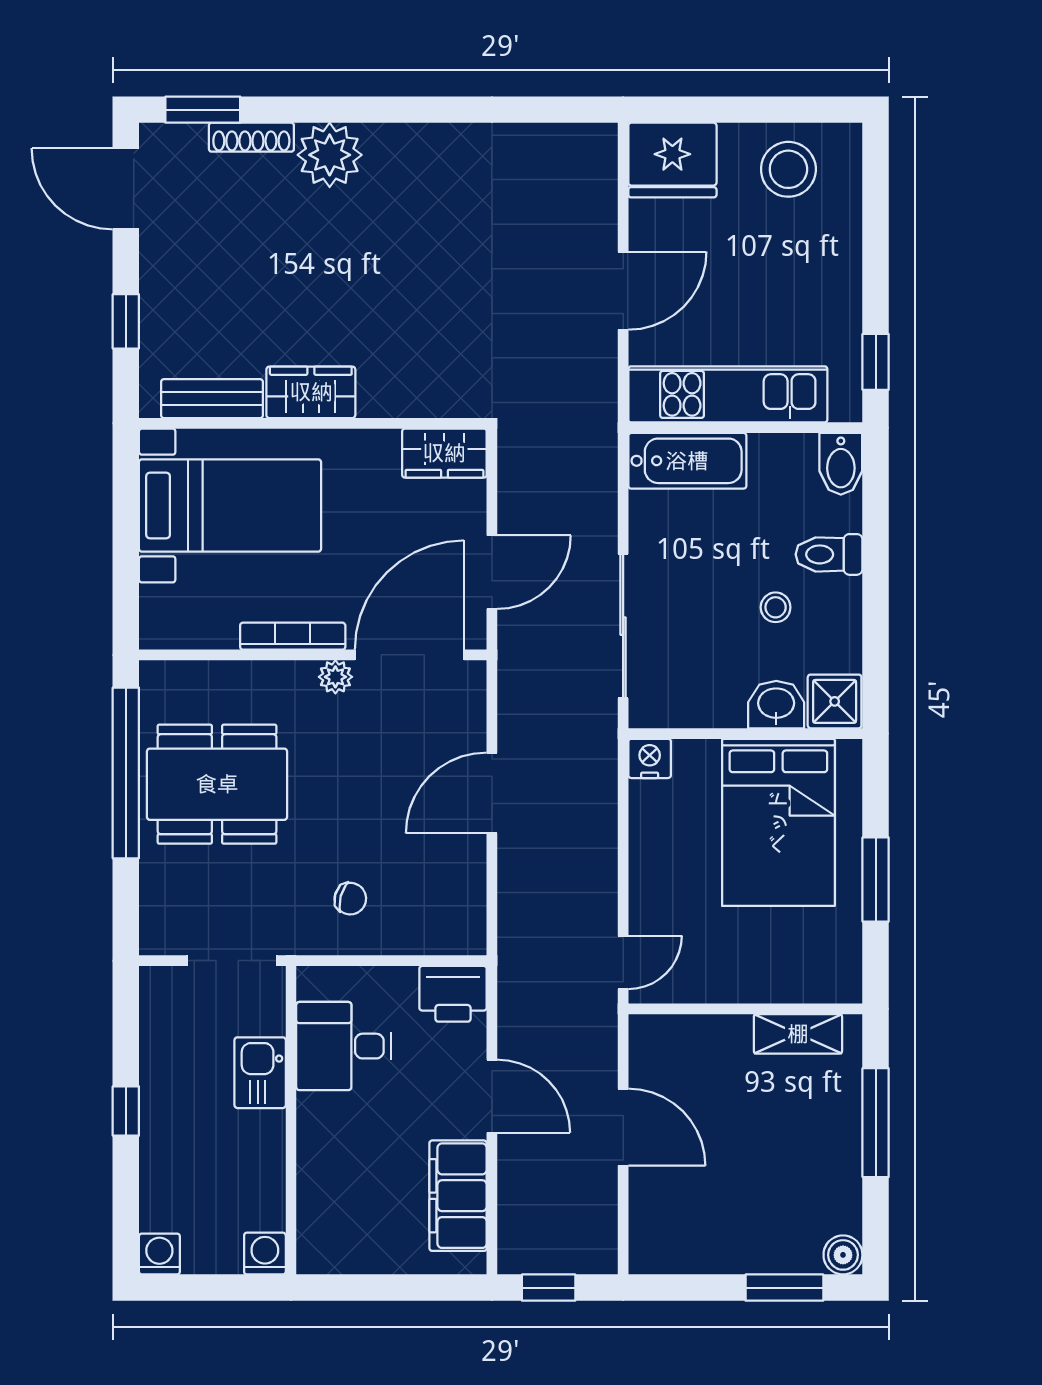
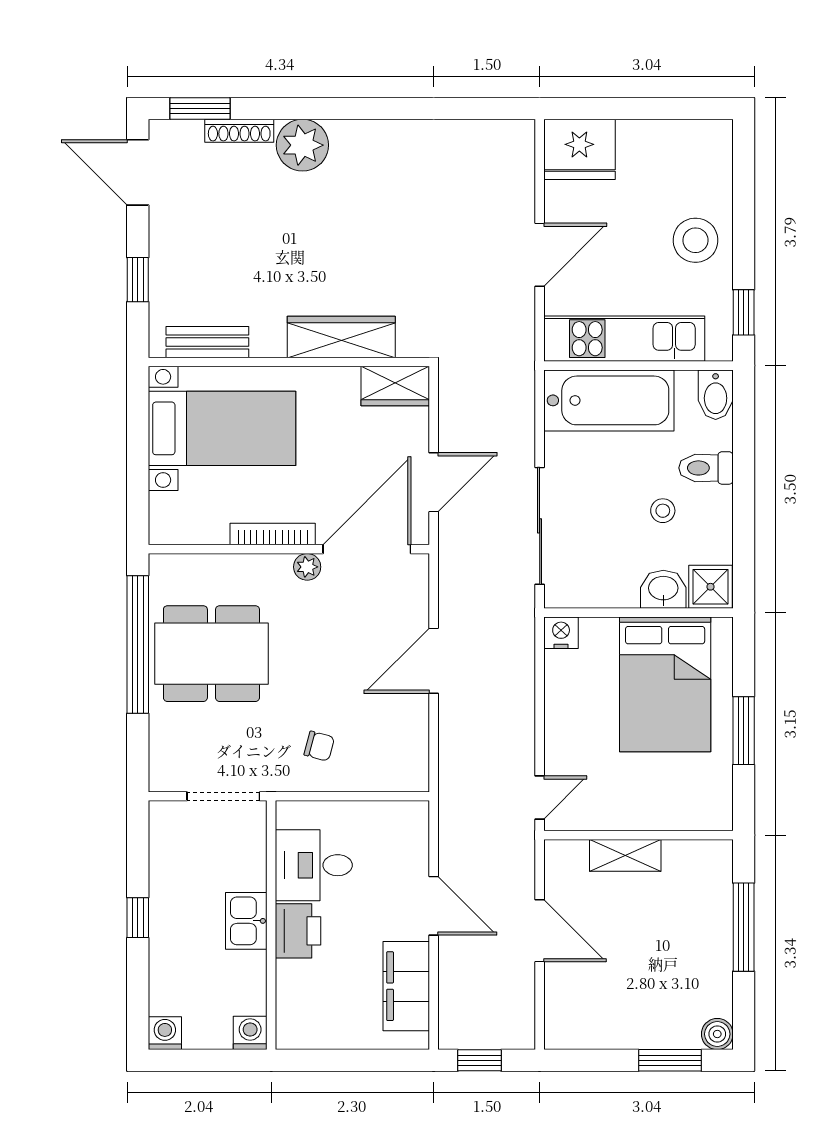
stool: (788, 169) -> (695, 240), moved
wardrobe: (311, 392) -> (341, 337), moved, width x1.50
bathtub: (687, 461) -> (609, 400), width x1.36, depth x1.36
printer: (453, 994) -> (298, 931), moved, turned -90
shelving: (798, 1034) -> (625, 855), moved
kitchen sink: (260, 1073) -> (246, 921), moved

